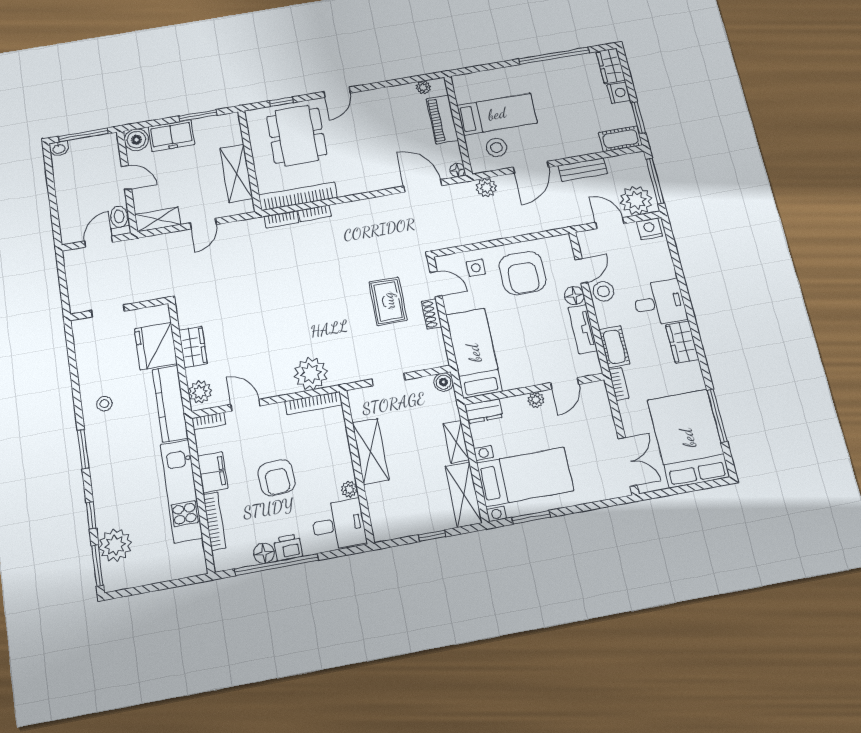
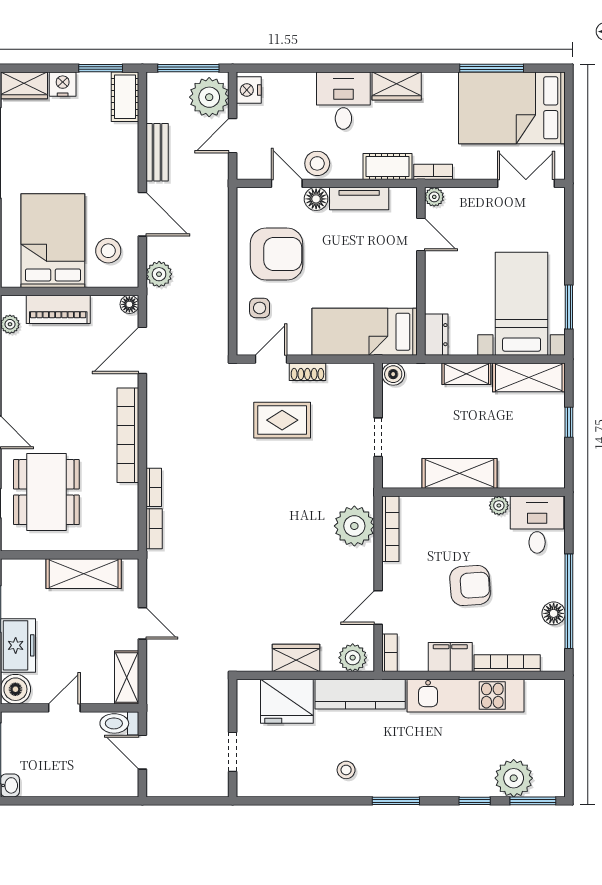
bed: (497, 114) -> (53, 241), width x1.50
dining table: (297, 135) -> (46, 492), turned 90
bookcase: (298, 196) -> (128, 435), moved
plant: (536, 400) -> (434, 197), moved
printer: (288, 547) -> (552, 585), removed

